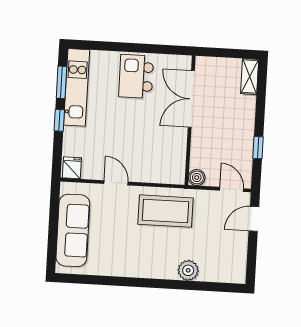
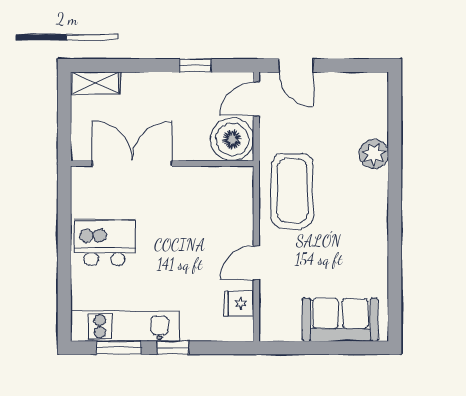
kitchen island: (136, 76) -> (105, 243), turned 180
double door: (191, 99) -> (132, 163), swing flipped
fridge: (72, 168) -> (239, 304), moved
boiler: (197, 177) -> (232, 139), width x1.86, depth x1.86
sofa: (73, 230) -> (340, 320), width x0.73

